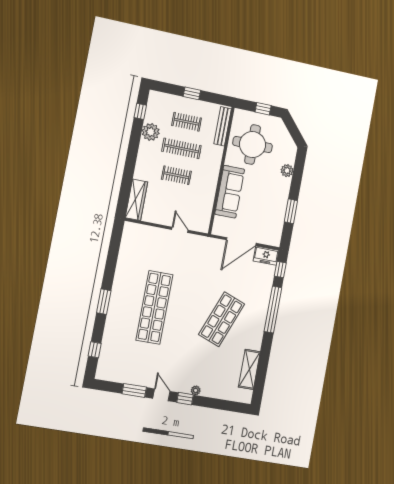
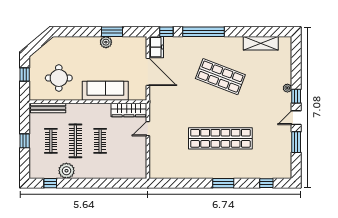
round table: (253, 145) -> (59, 78), width x0.73, depth x0.73
plant: (287, 171) -> (106, 42), moved
wardrobe: (136, 200) -> (129, 110), moved, turned 180

